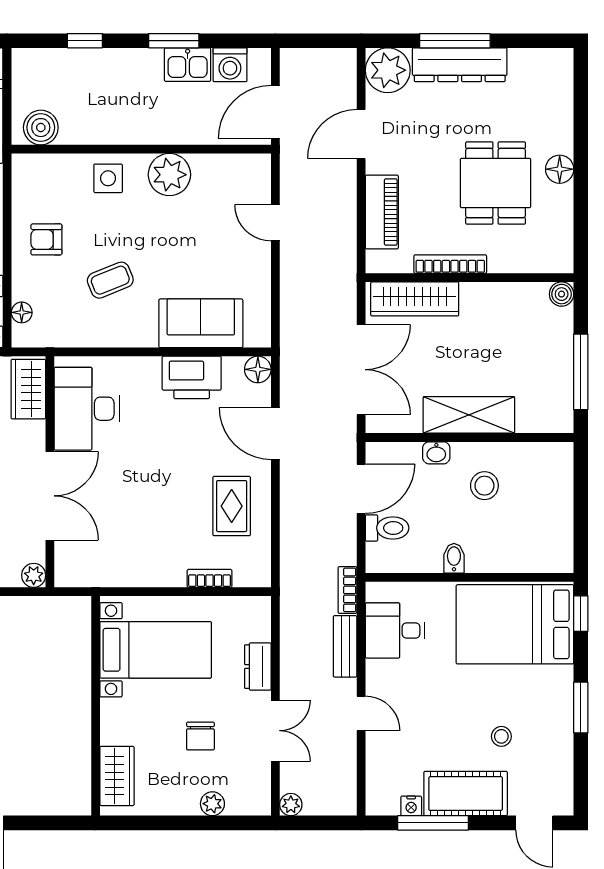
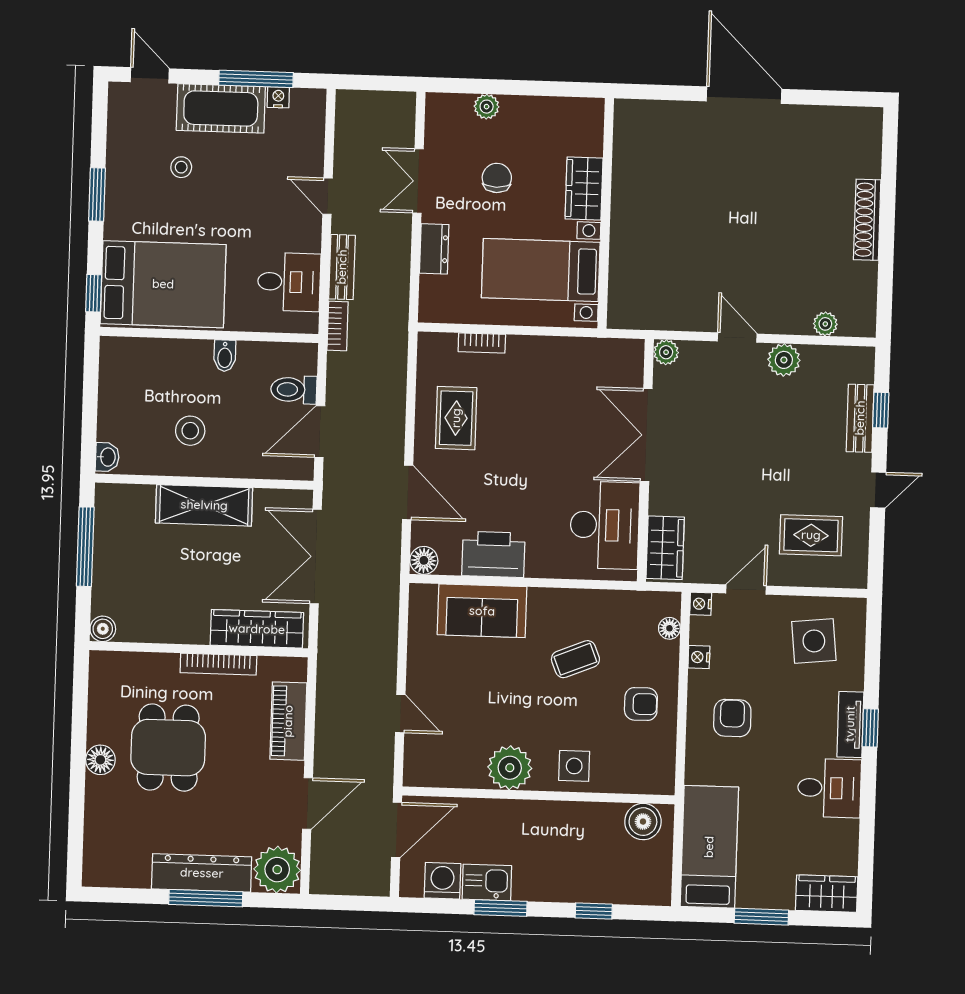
washbasin: (436, 453) -> (107, 457), moved, turned 90
wardrobe: (117, 776) -> (584, 189), moved
plant: (291, 805) -> (404, 103), removed

